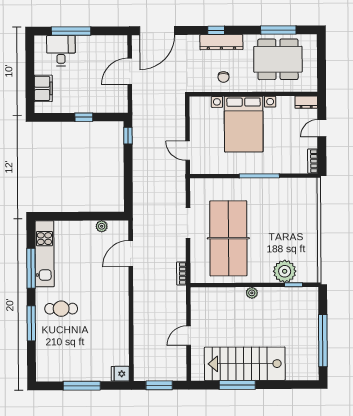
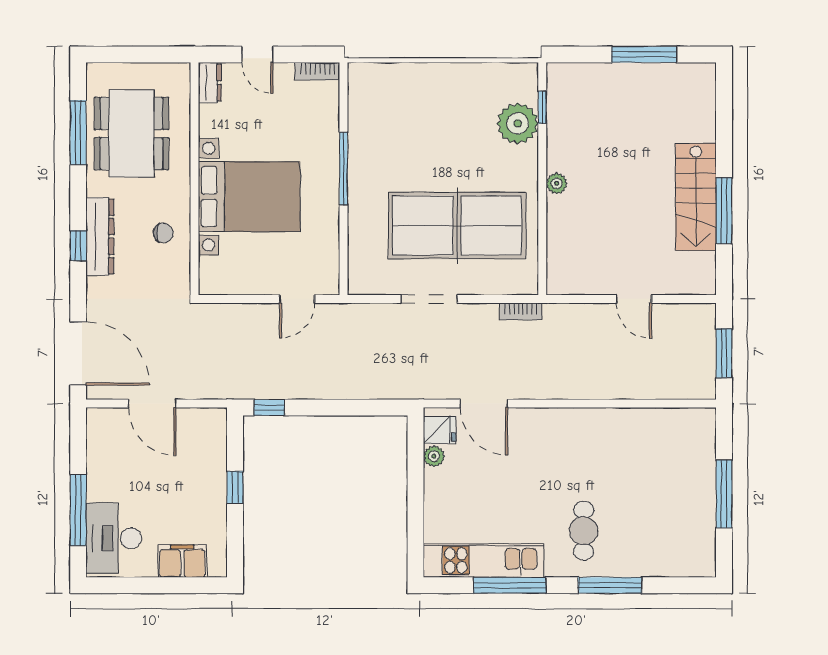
desk: (61, 51) -> (114, 538), width x1.37
window: (323, 341) -> (644, 54), width x0.68
stairs: (245, 364) -> (696, 197), width x0.73, depth x0.66
fridge: (120, 374) -> (440, 430), moved, turned -90

